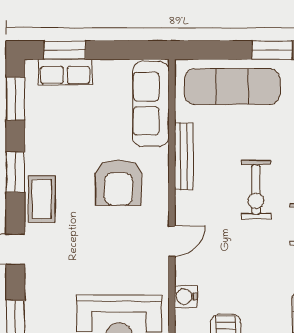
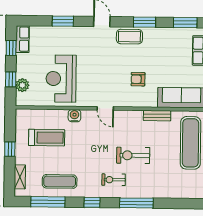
bench: (184, 156) -> (157, 116), width x0.73
armchair: (118, 183) -> (138, 79), width x0.53, depth x0.53

